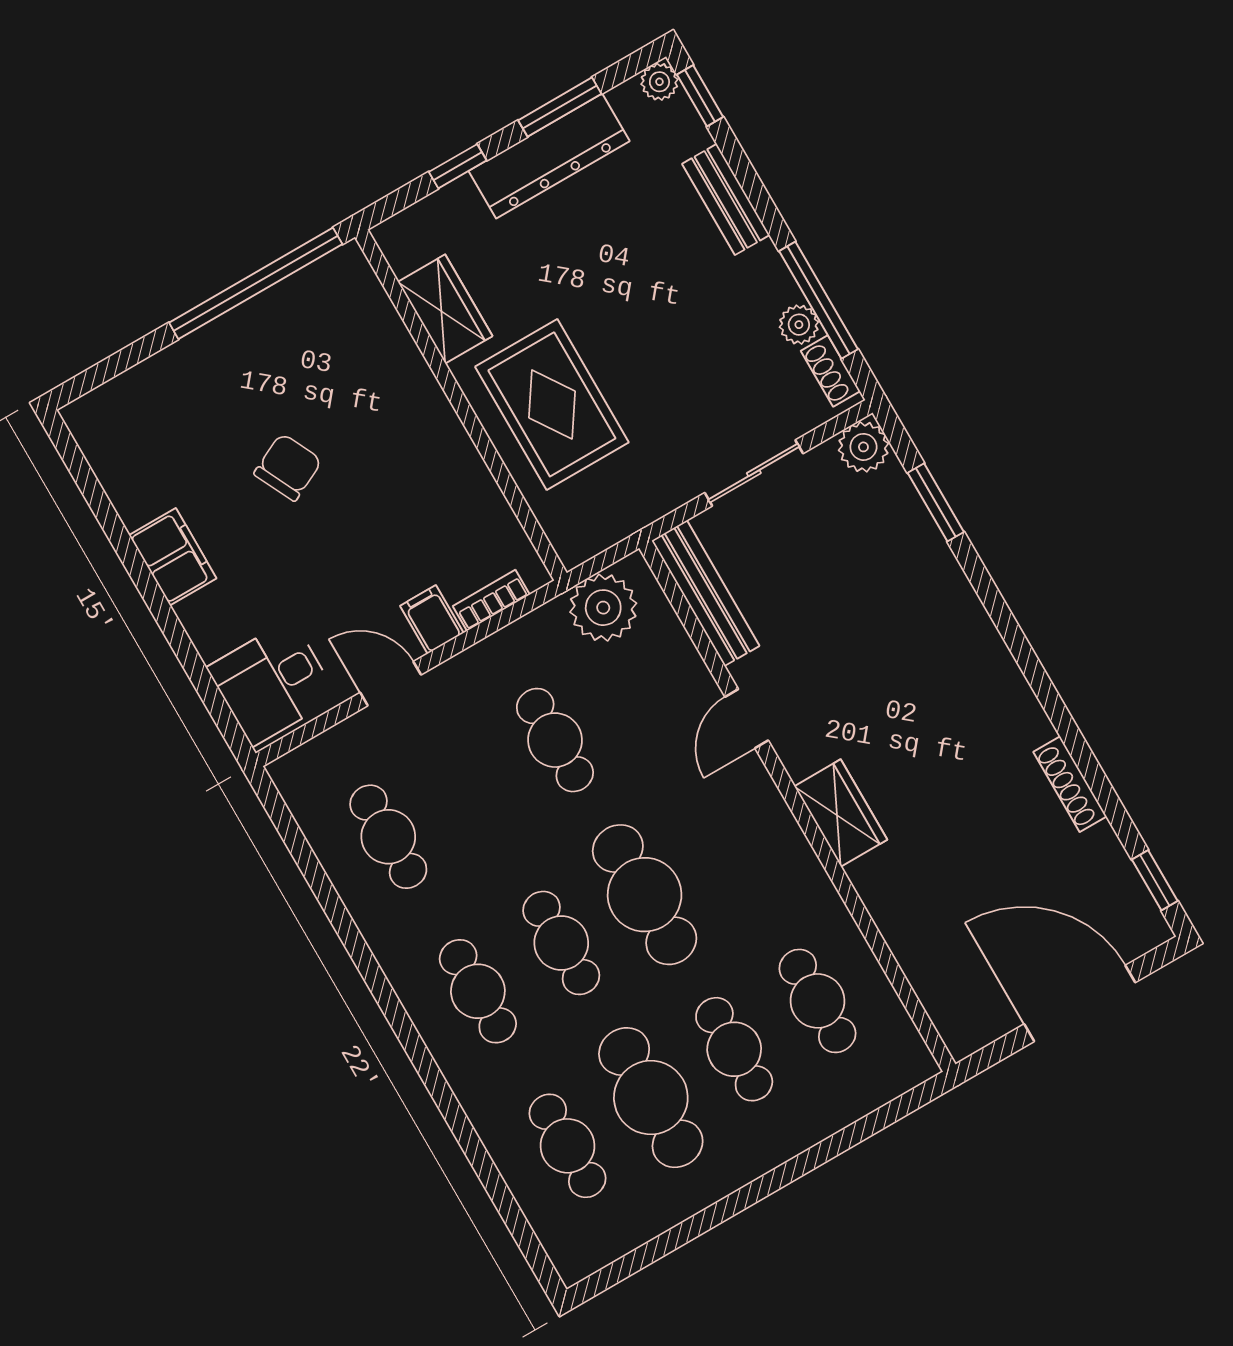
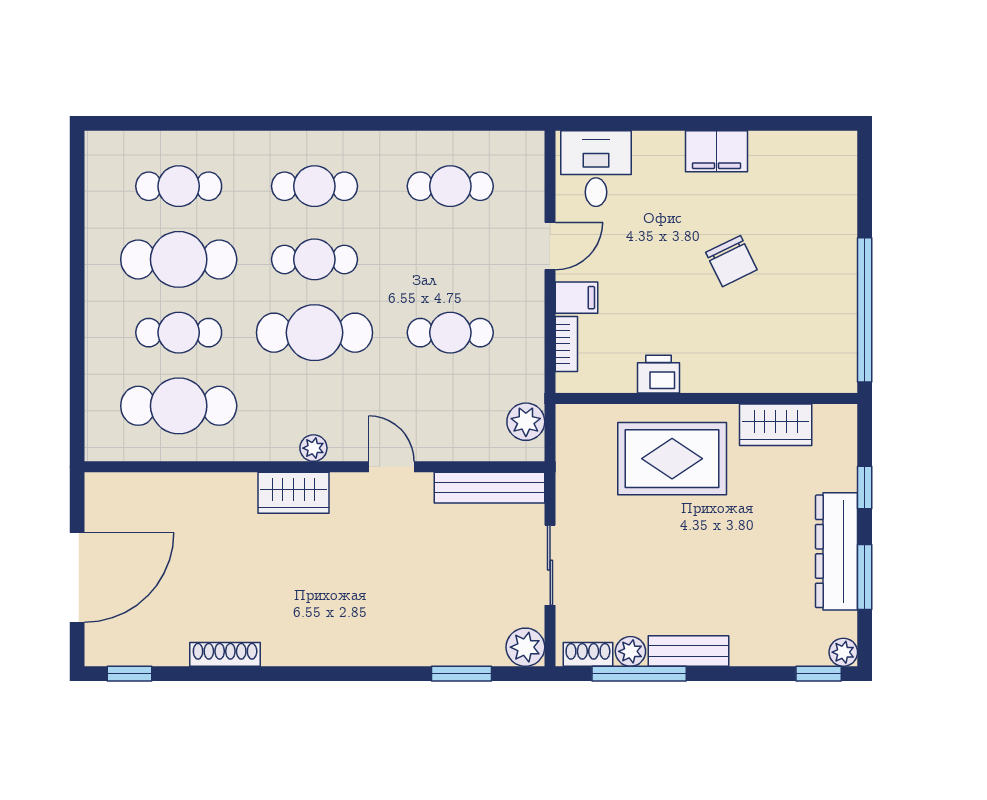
bench: (726, 199) -> (688, 651), moved
printer: (465, 476) -> (658, 374), added
plant: (603, 608) -> (526, 422), width x0.73, depth x0.73
plant: (777, 820) -> (313, 448), added
cafe table: (817, 1001) -> (179, 406), width x1.37, depth x1.35

